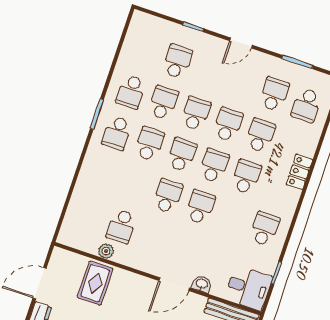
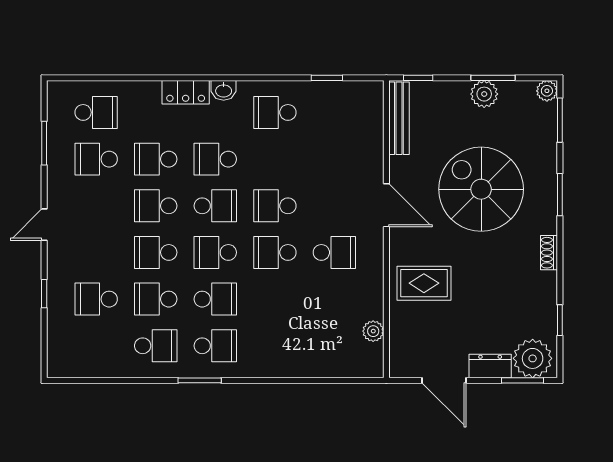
door: (241, 43) -> (44, 225), swing flipped
school desk: (149, 144) -> (215, 299), turned 180
school desk: (214, 166) -> (215, 206), turned 180
school desk: (121, 226) -> (334, 252), moved
plant: (106, 251) -> (373, 331), moved
rug: (95, 283) -> (424, 283), moved
washbasin: (202, 284) -> (224, 90), moved, turned -90
desk: (248, 288) -> (358, 108), removed

